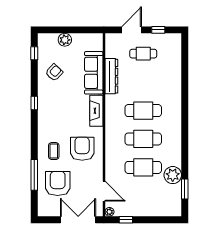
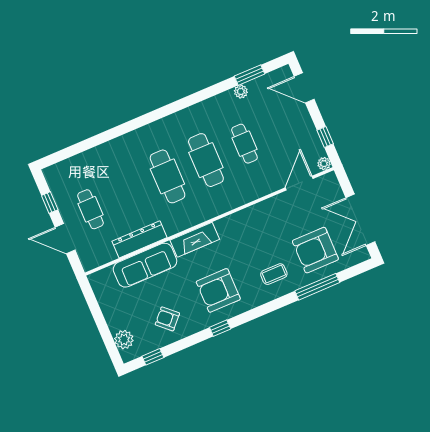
plant: (65, 40) -> (124, 340), moved
armchair: (82, 149) -> (218, 290), moved
cafe table: (143, 167) -> (244, 144), width x0.73, depth x0.74
plant: (173, 175) -> (241, 92), width x0.53, depth x0.53
double door: (78, 220) -> (360, 220), moved
door: (162, 220) -> (304, 88), added

